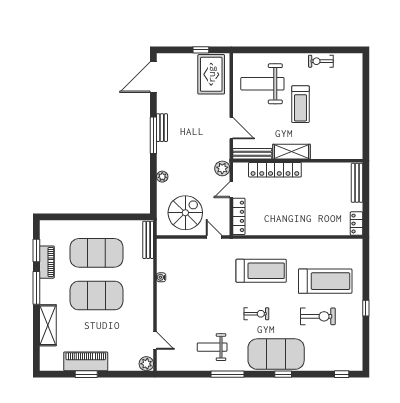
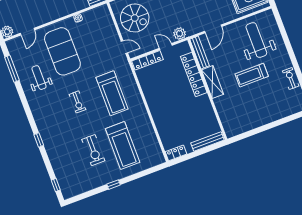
door: (214, 237) -> (124, 47), hinge flipped
exercise mat: (276, 354) -> (62, 51), moved
window: (227, 374) -> (12, 69), moved

